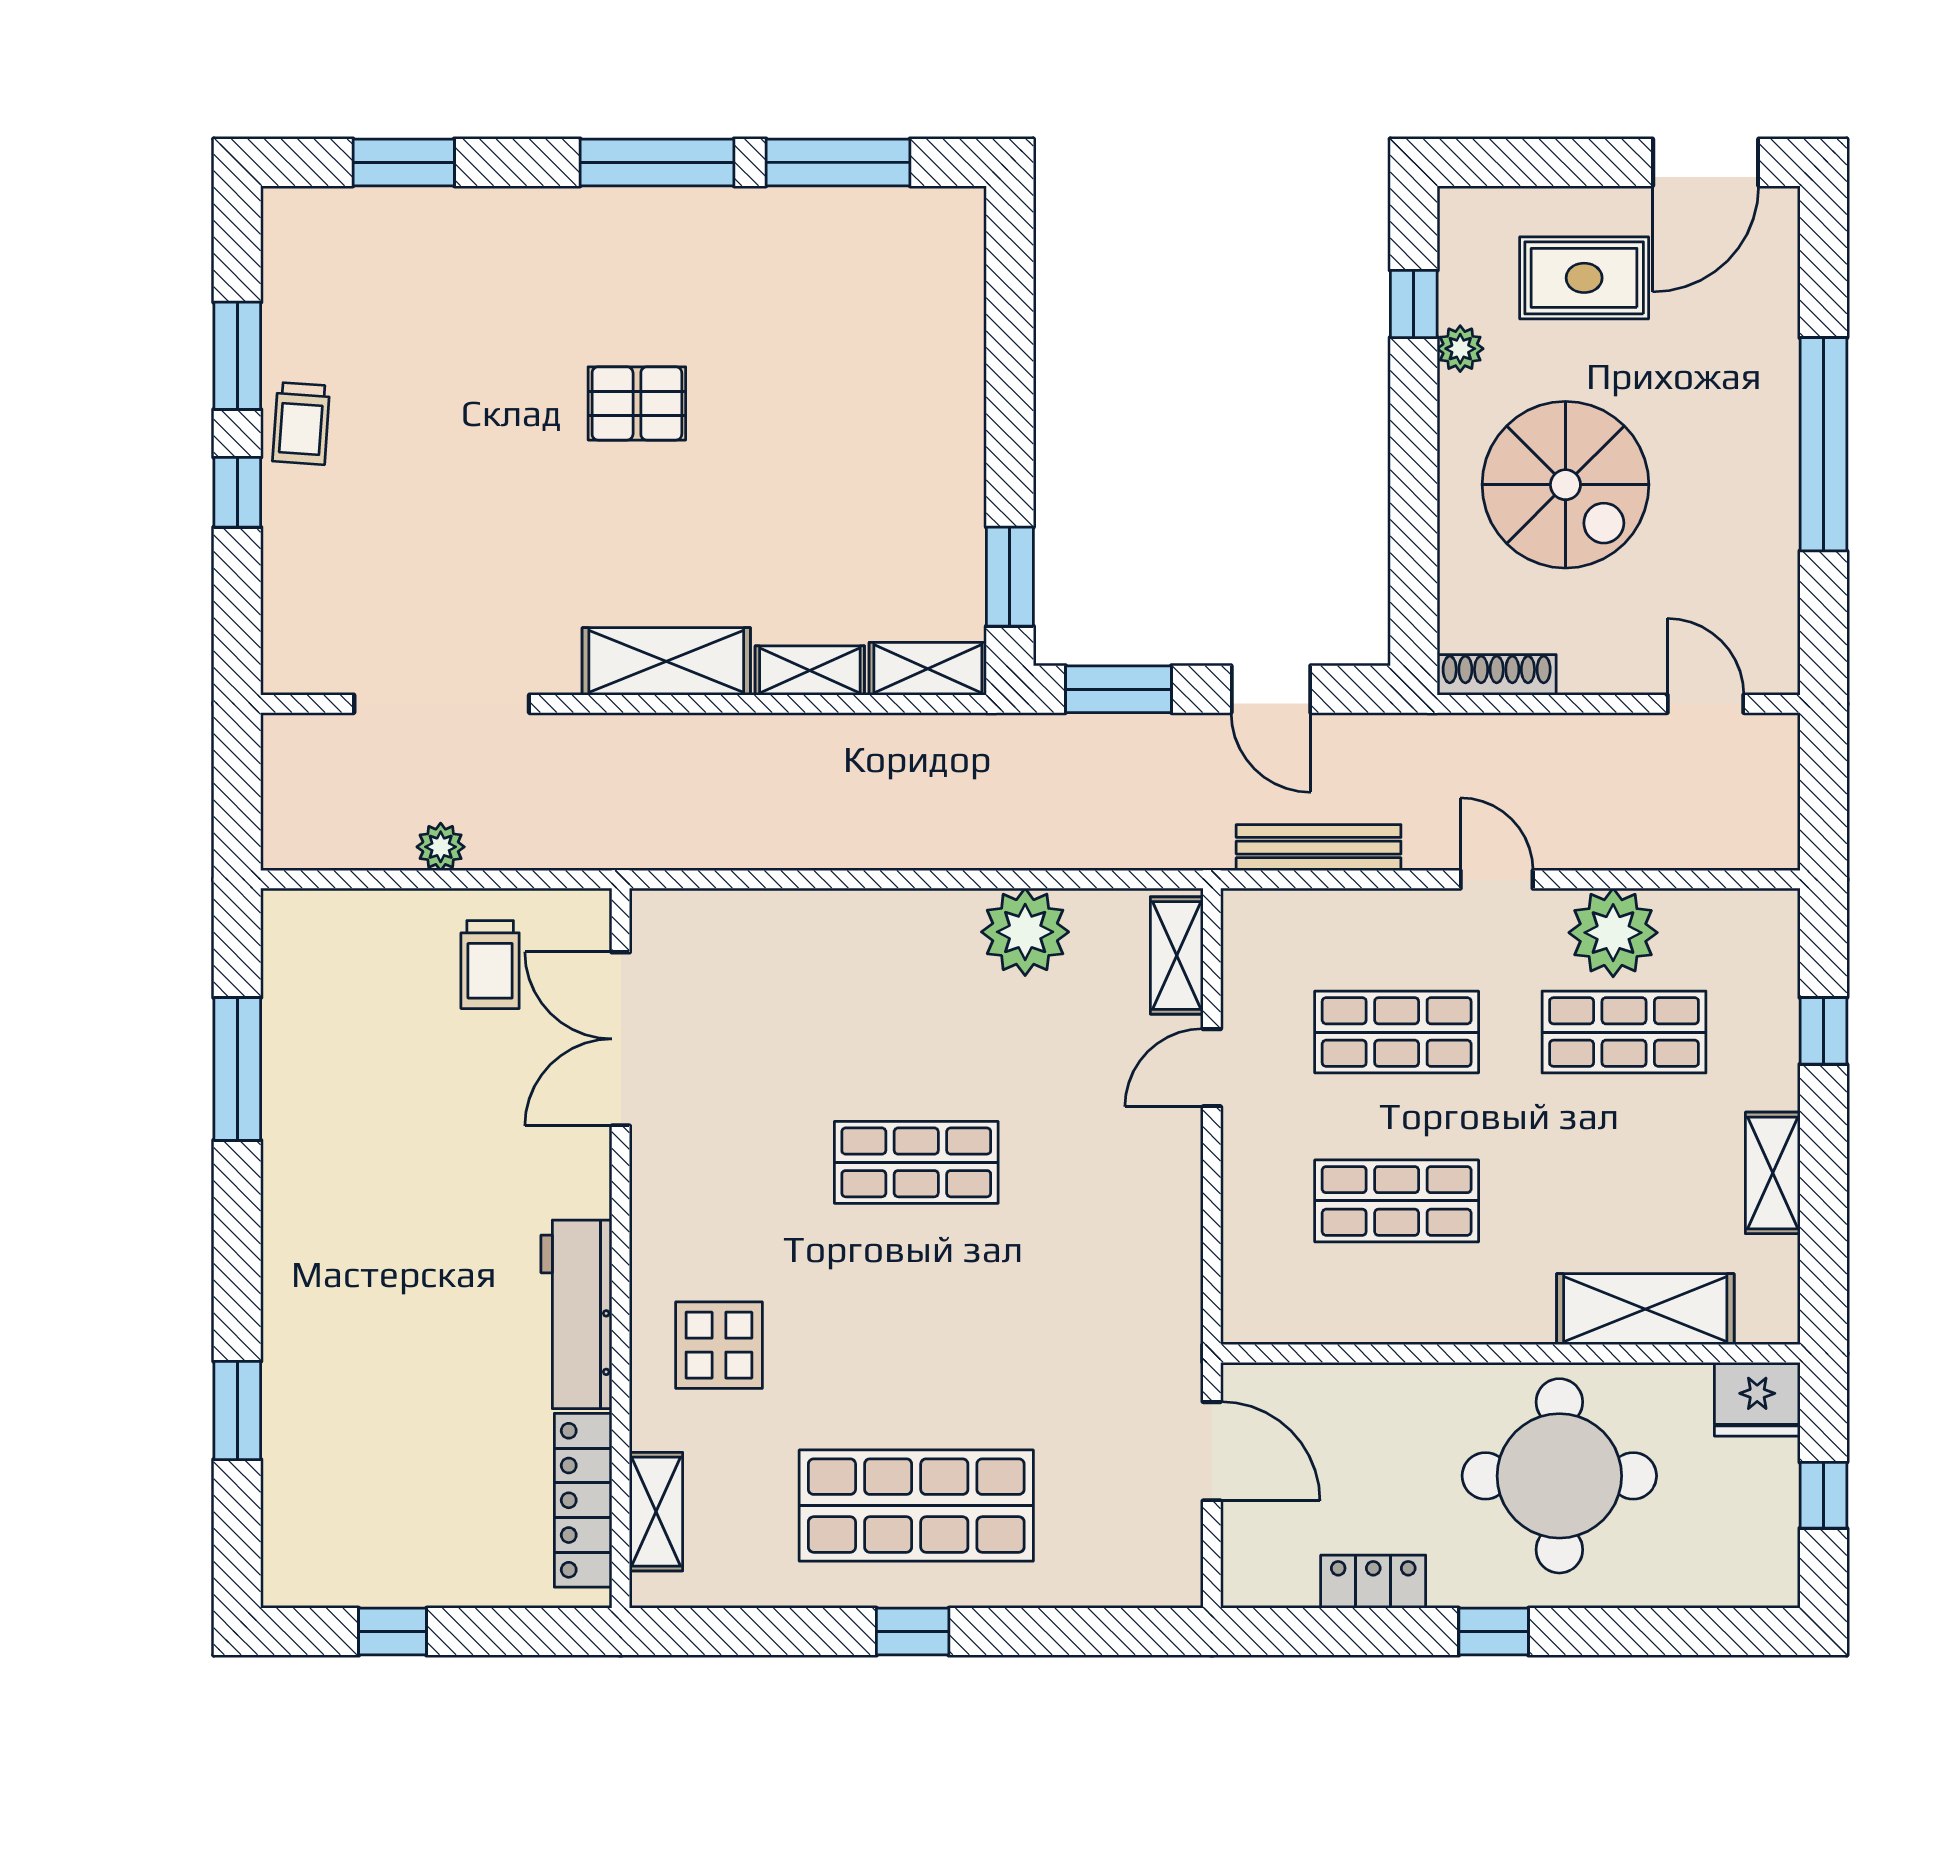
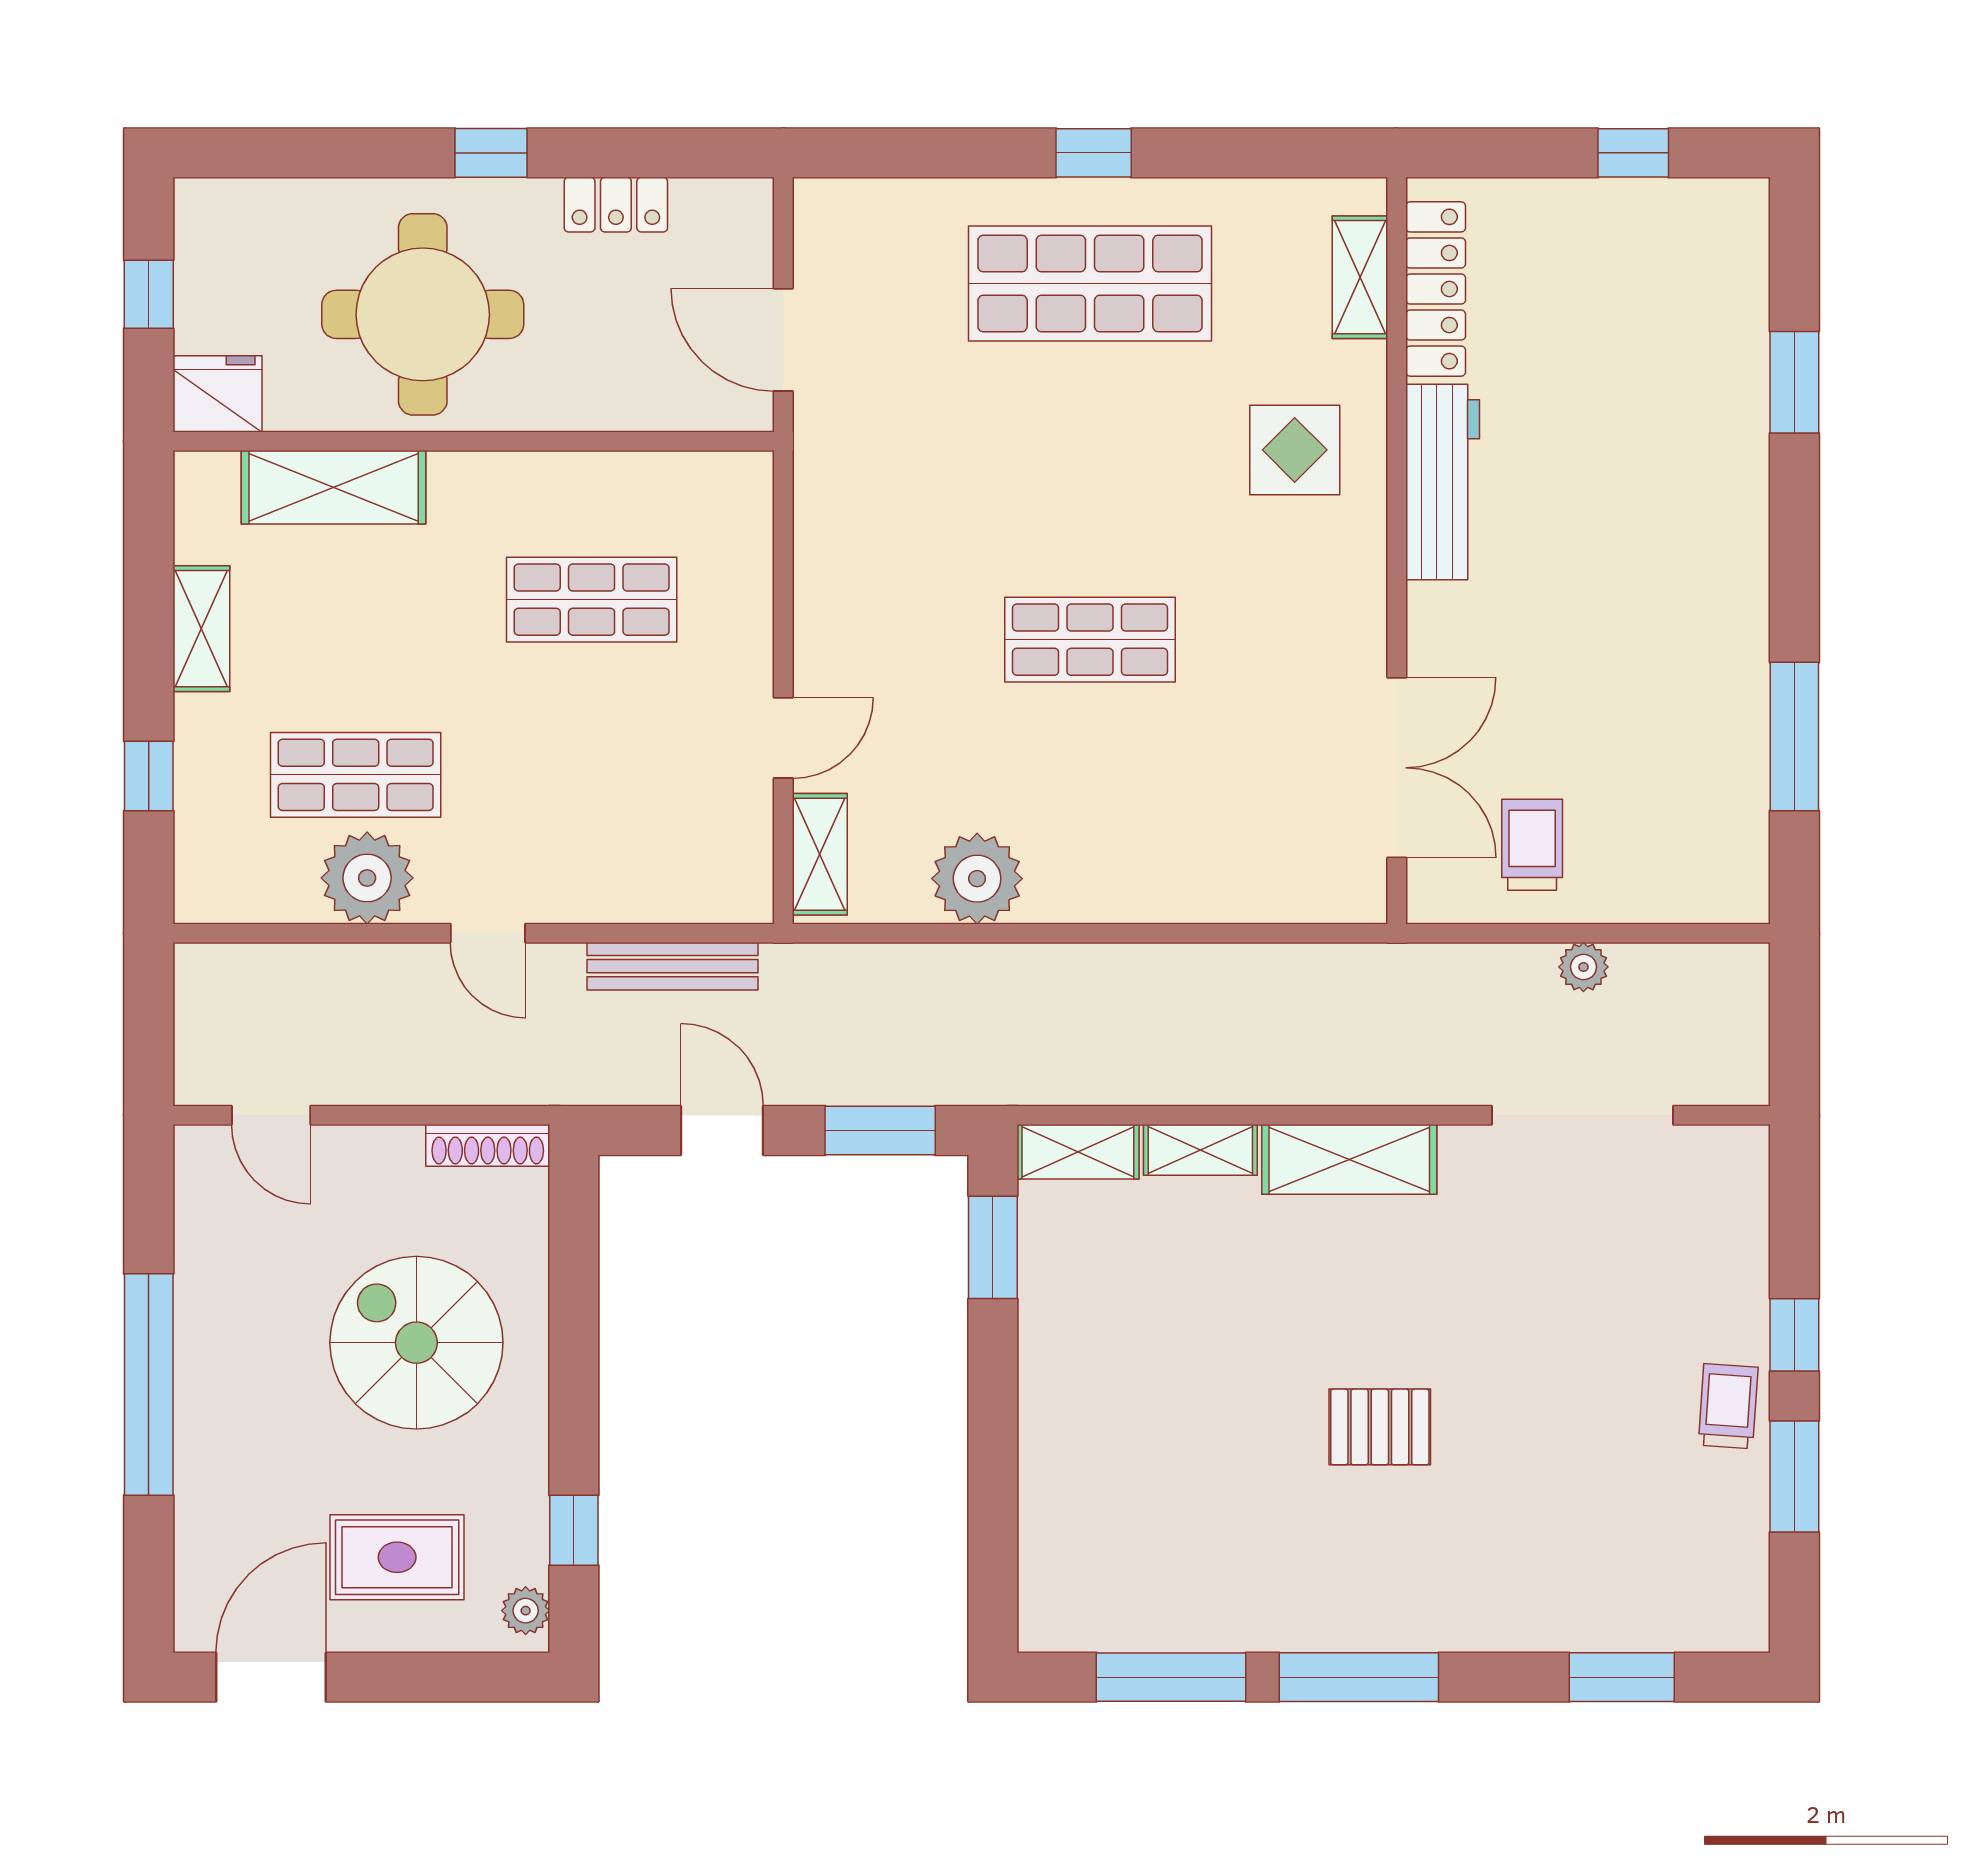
plant: (1460, 349) -> (526, 1611), moved
shop shelf: (1397, 1032) -> (592, 775), removed

